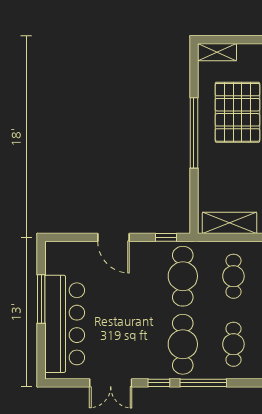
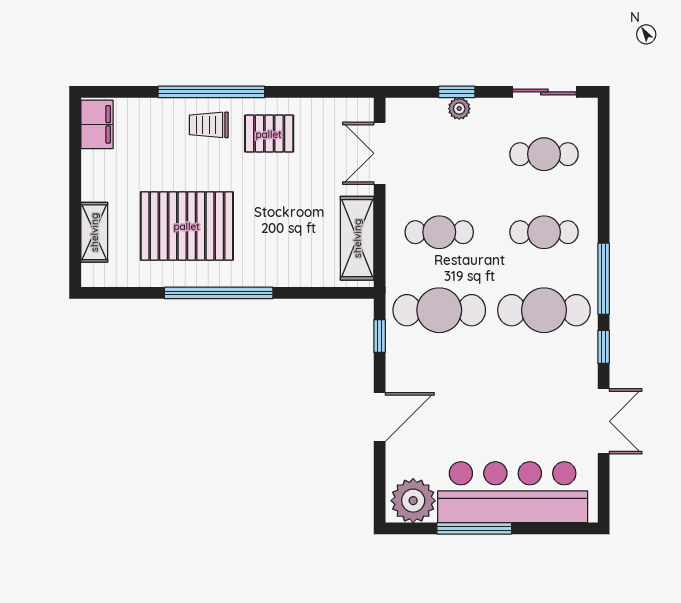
shelving: (217, 52) -> (94, 232), moved
plant: (59, 259) -> (413, 501), added

